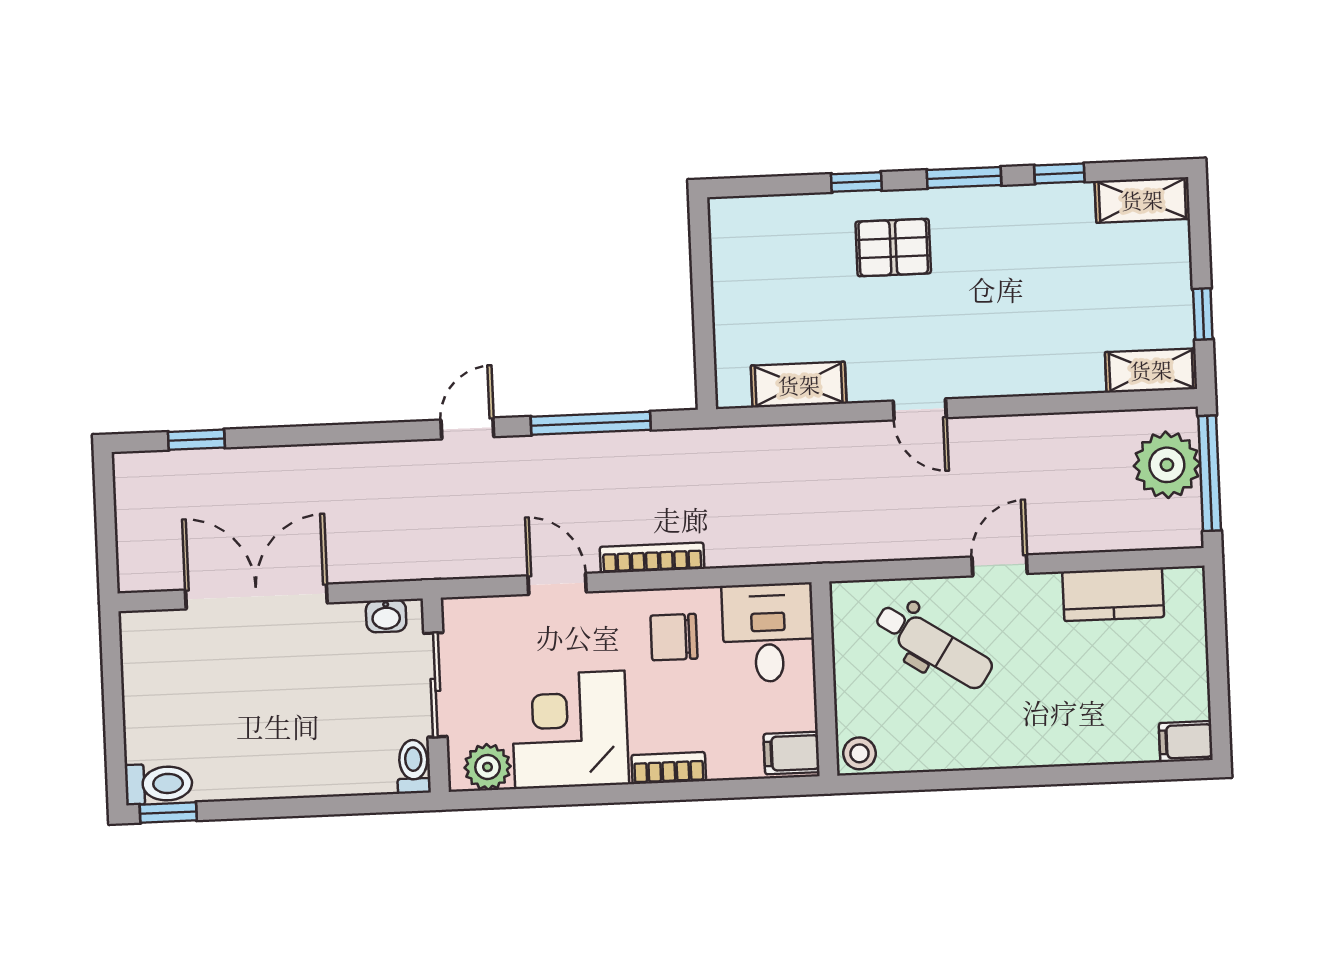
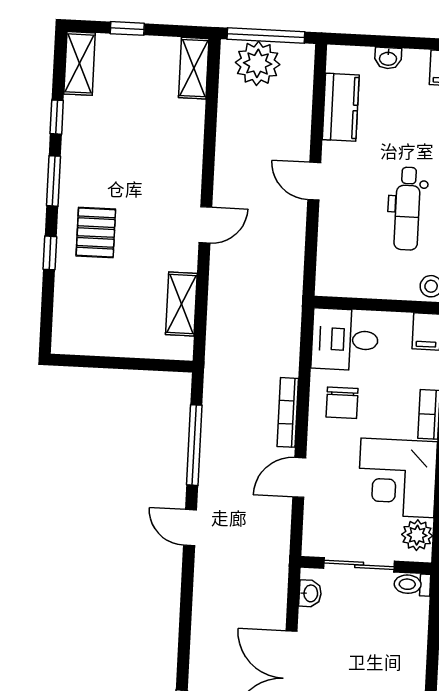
window: (1203, 314) -> (127, 28), moved
dental chair: (934, 646) -> (407, 209), moved, turned 147
washbasin: (1193, 658) -> (388, 58), added

